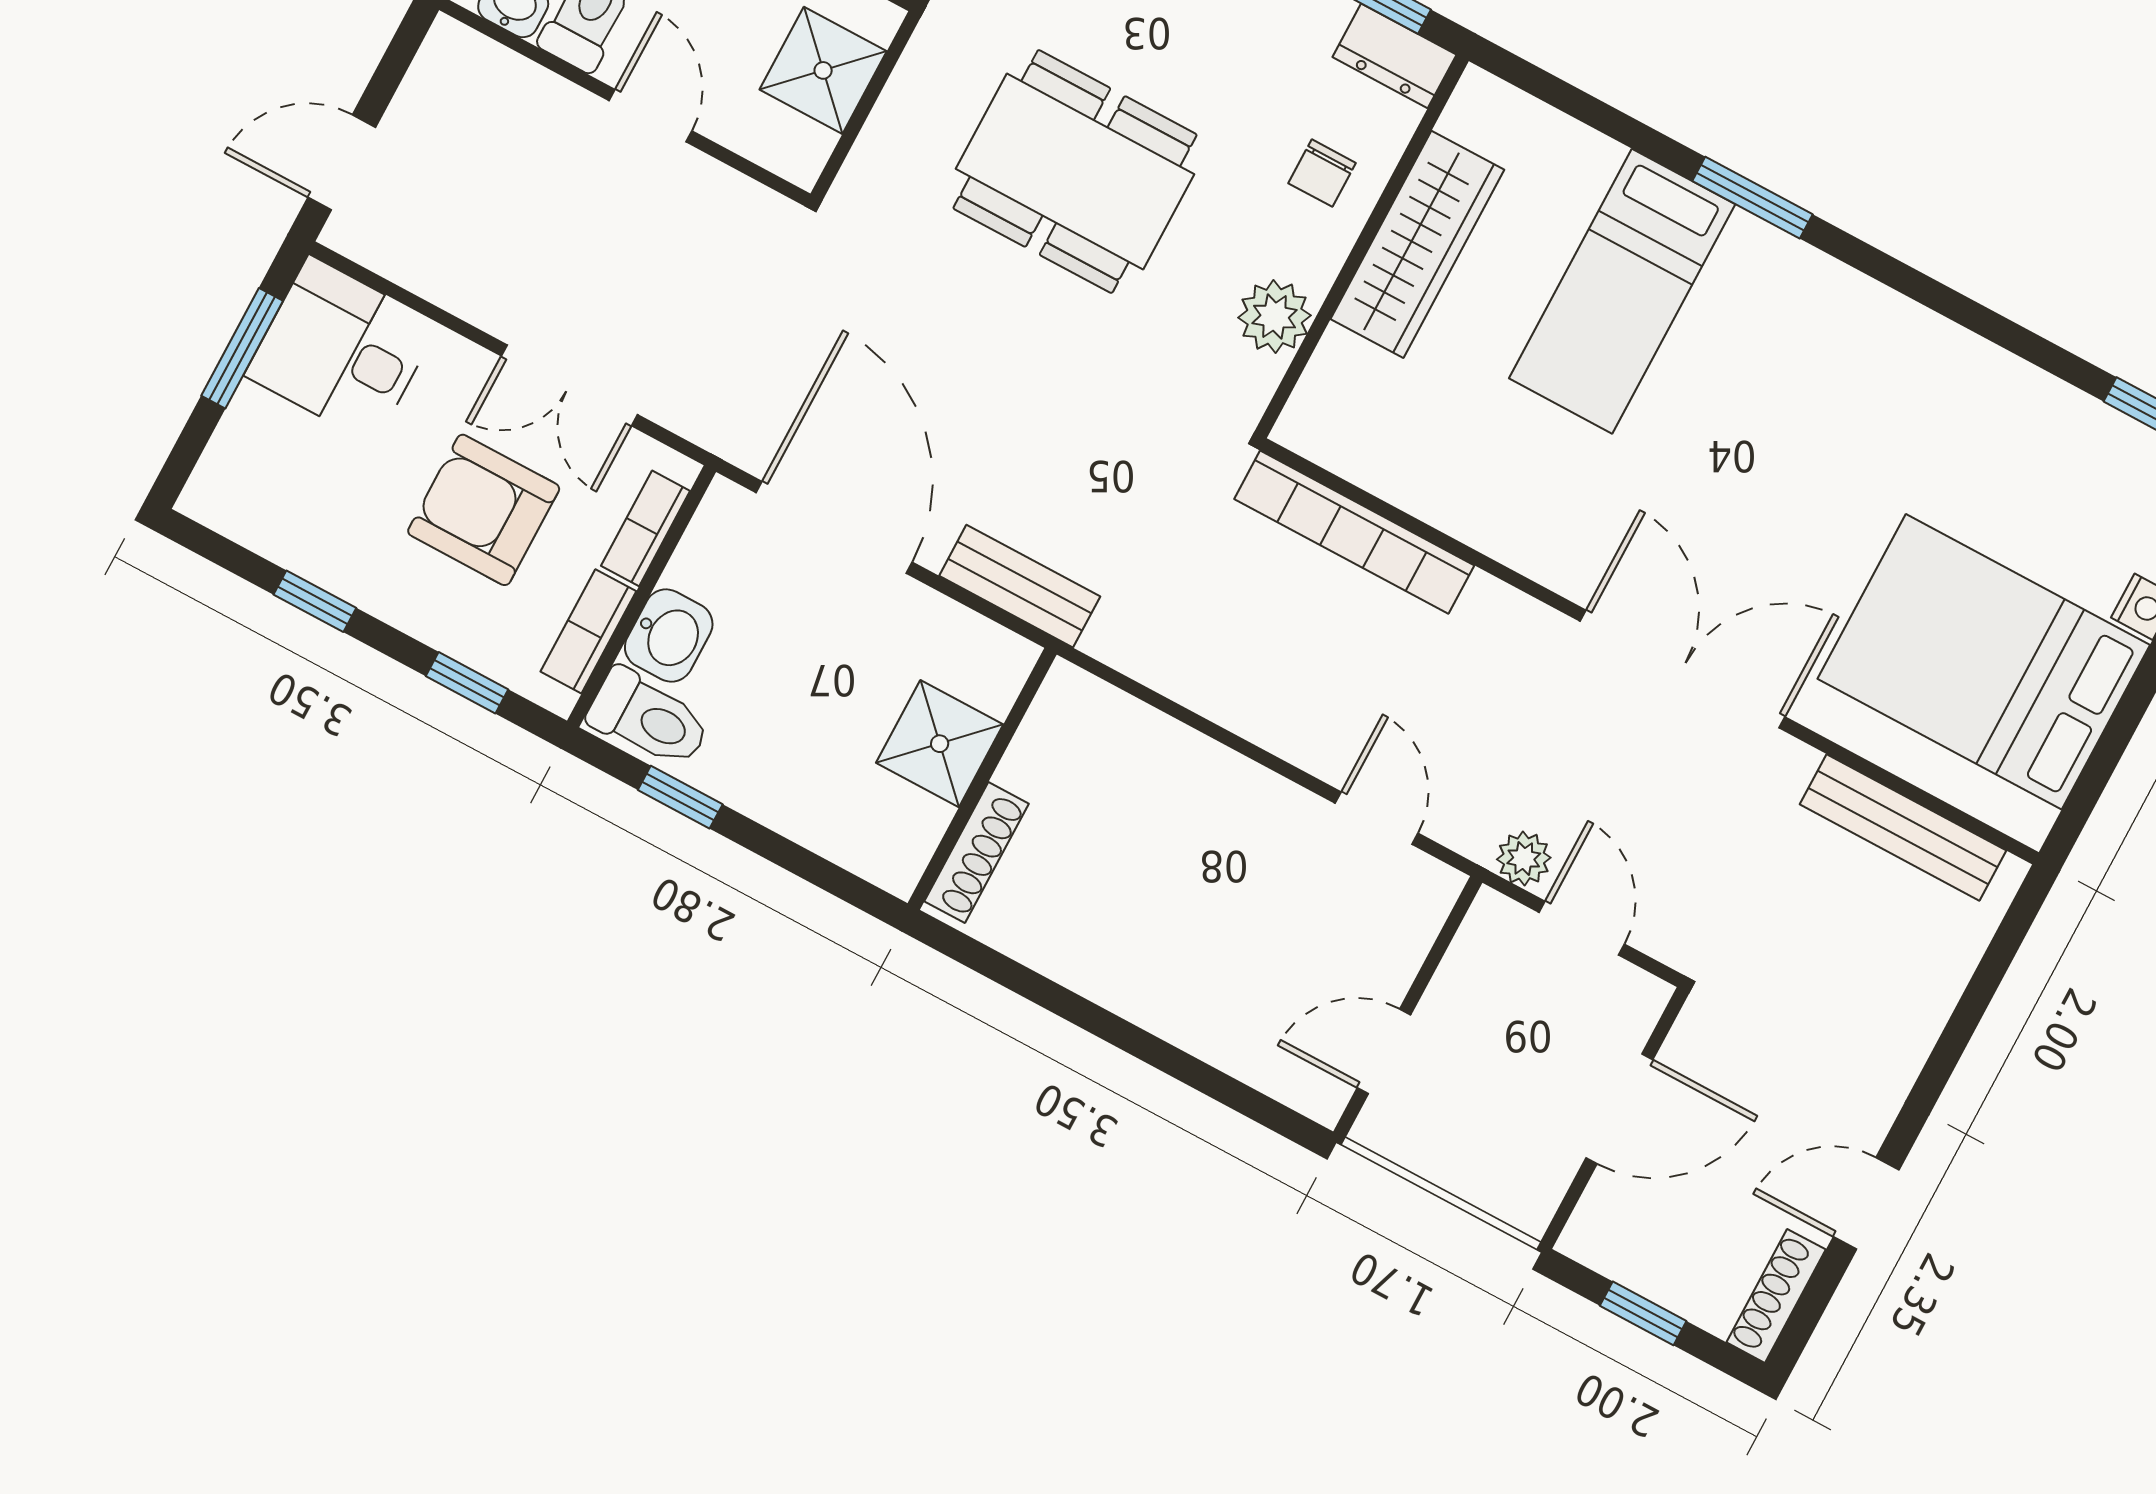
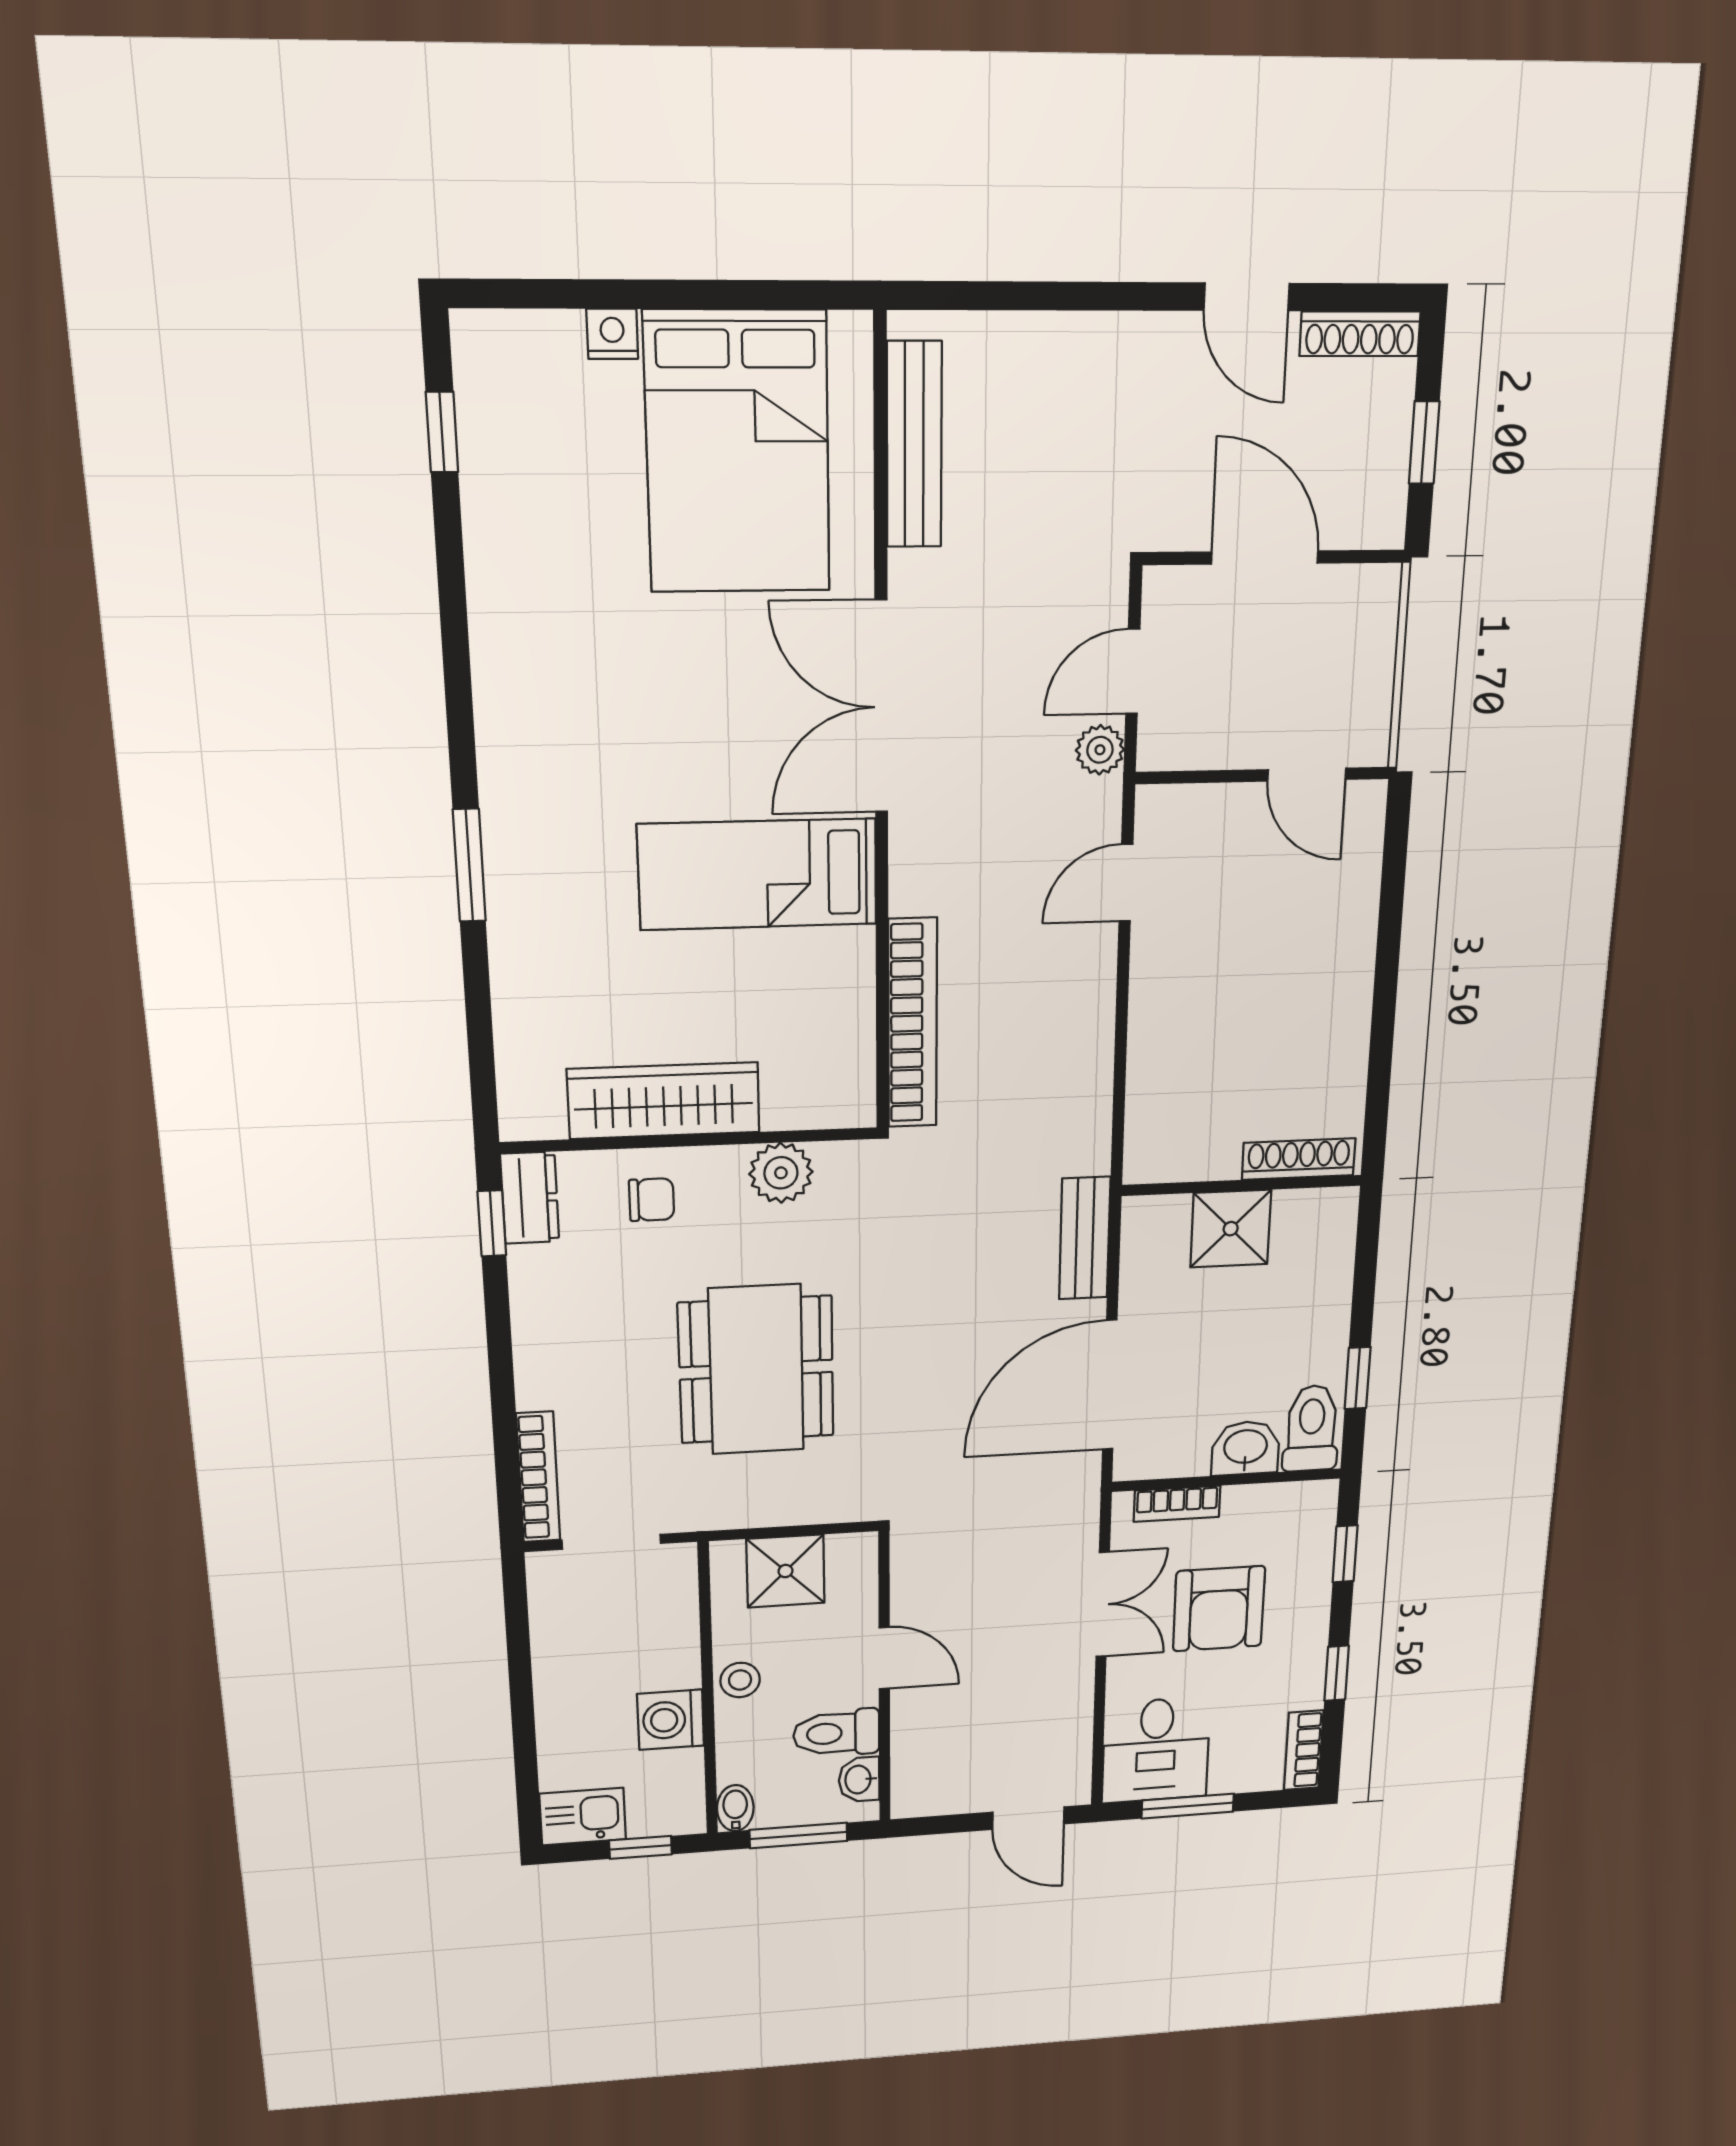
door: (651, 116) -> (884, 1658), swing flipped
bed: (1622, 291) -> (758, 874), moved, turned 180
bookcase: (588, 631) -> (1304, 1750), moved, turned 90

